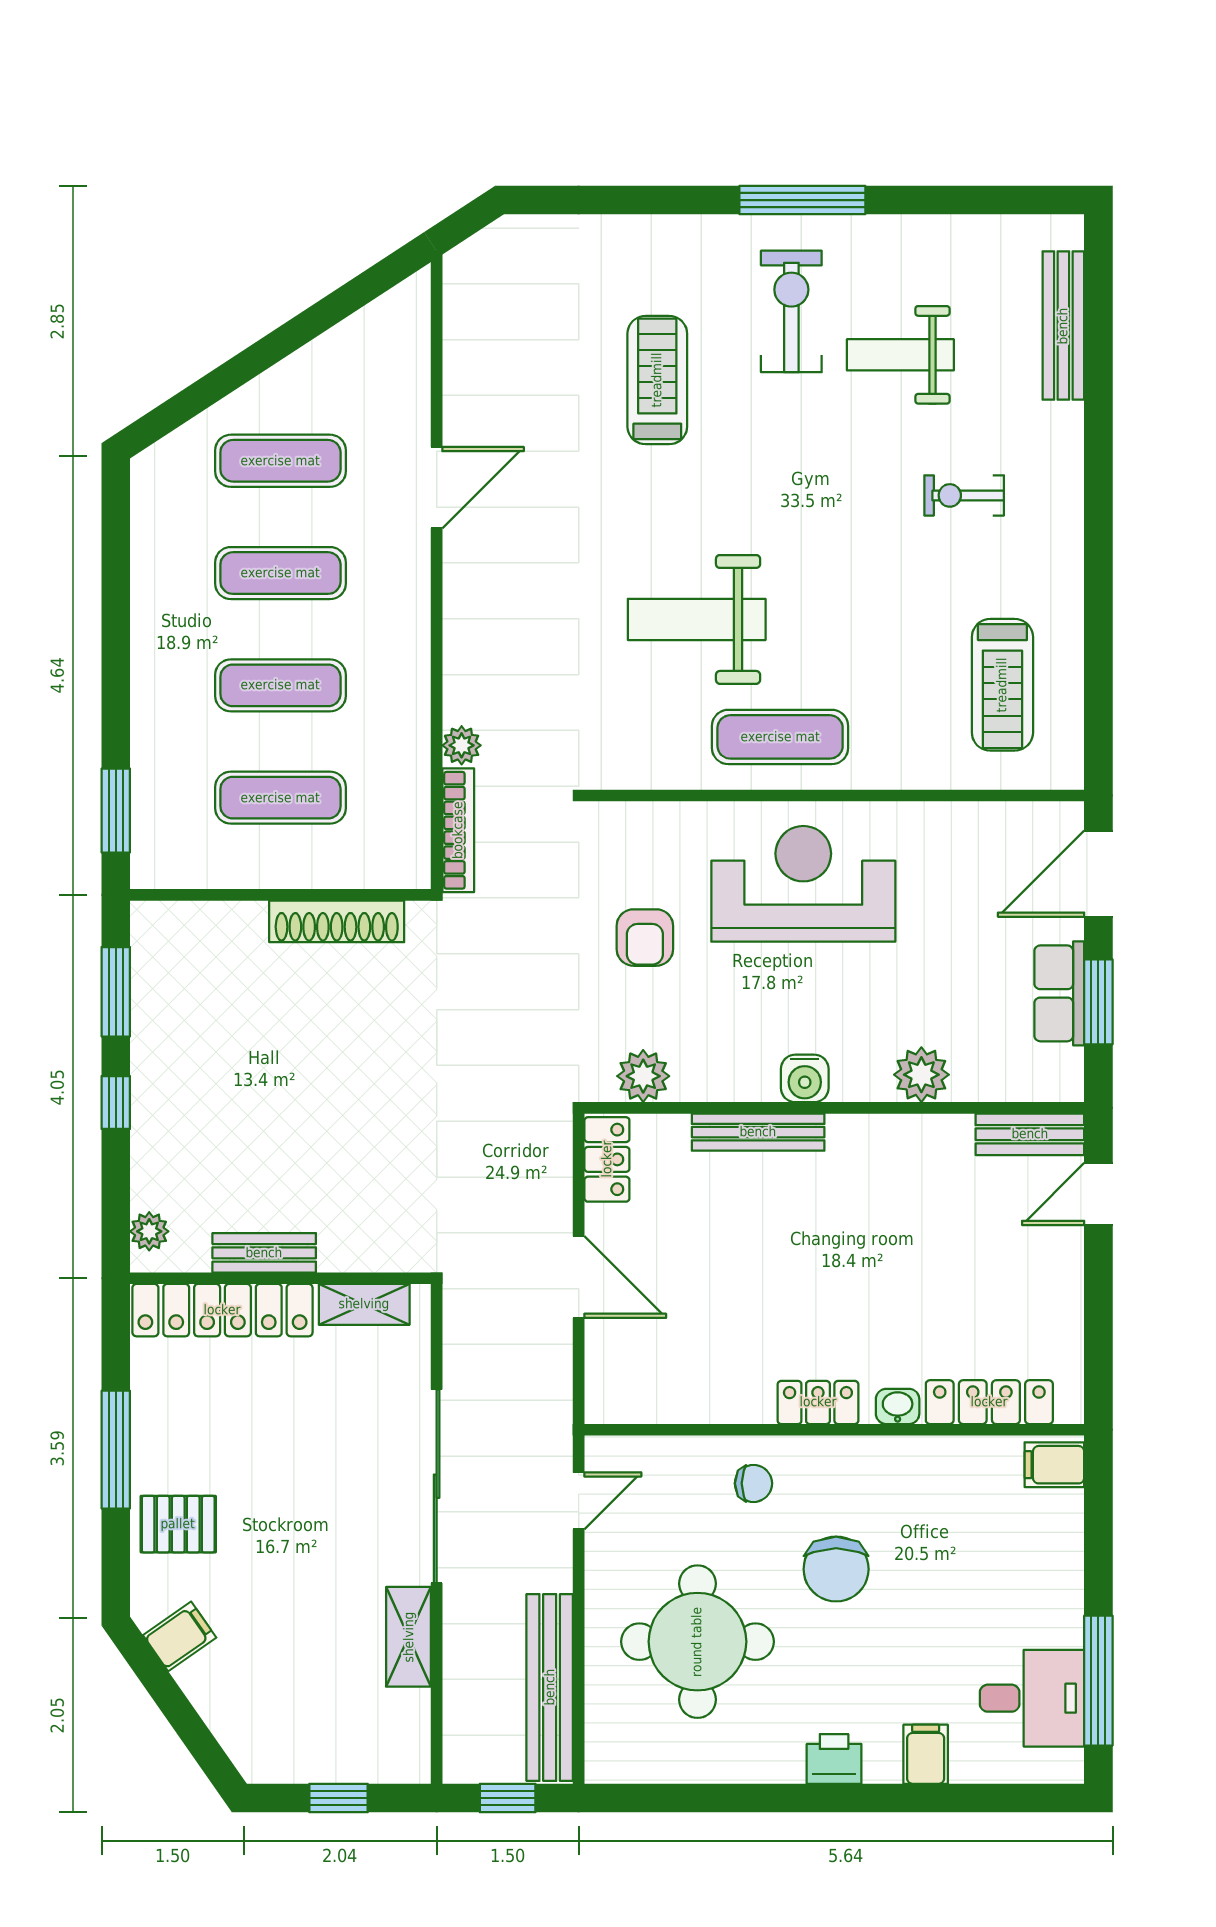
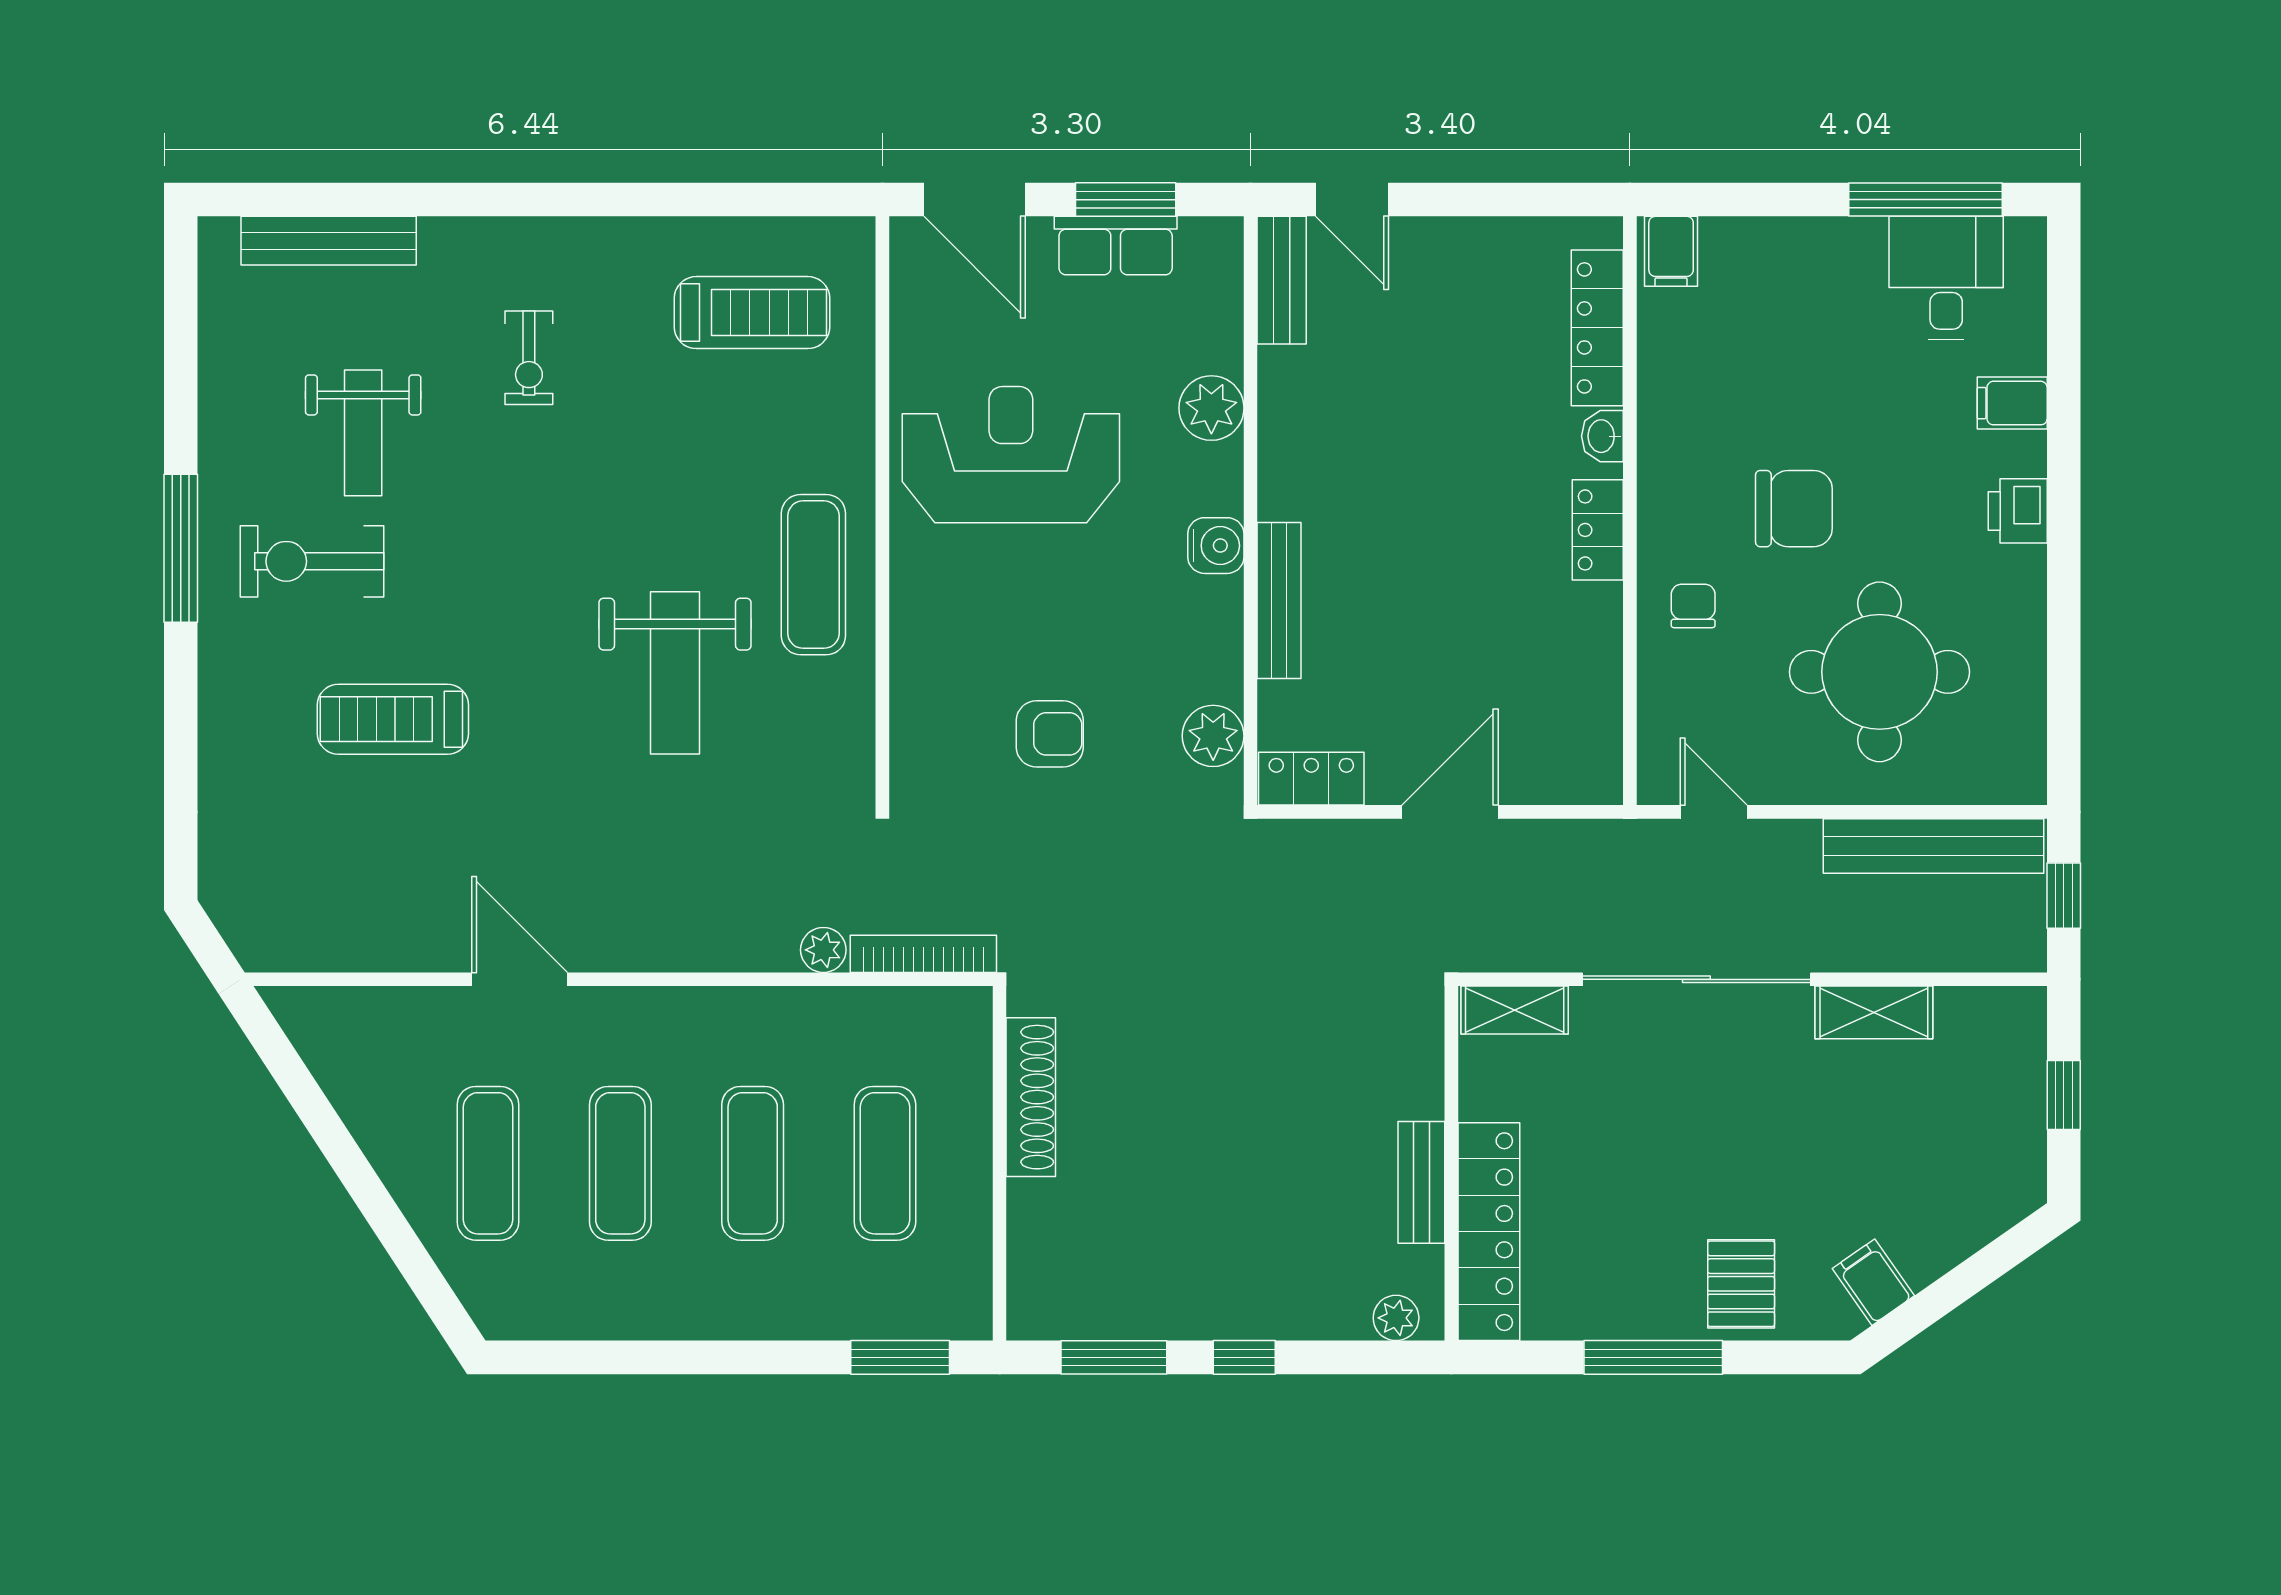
reception desk: (803, 884) -> (1011, 455), moved, turned 90
shelving: (364, 1304) -> (1515, 1010), moved, turned 90

